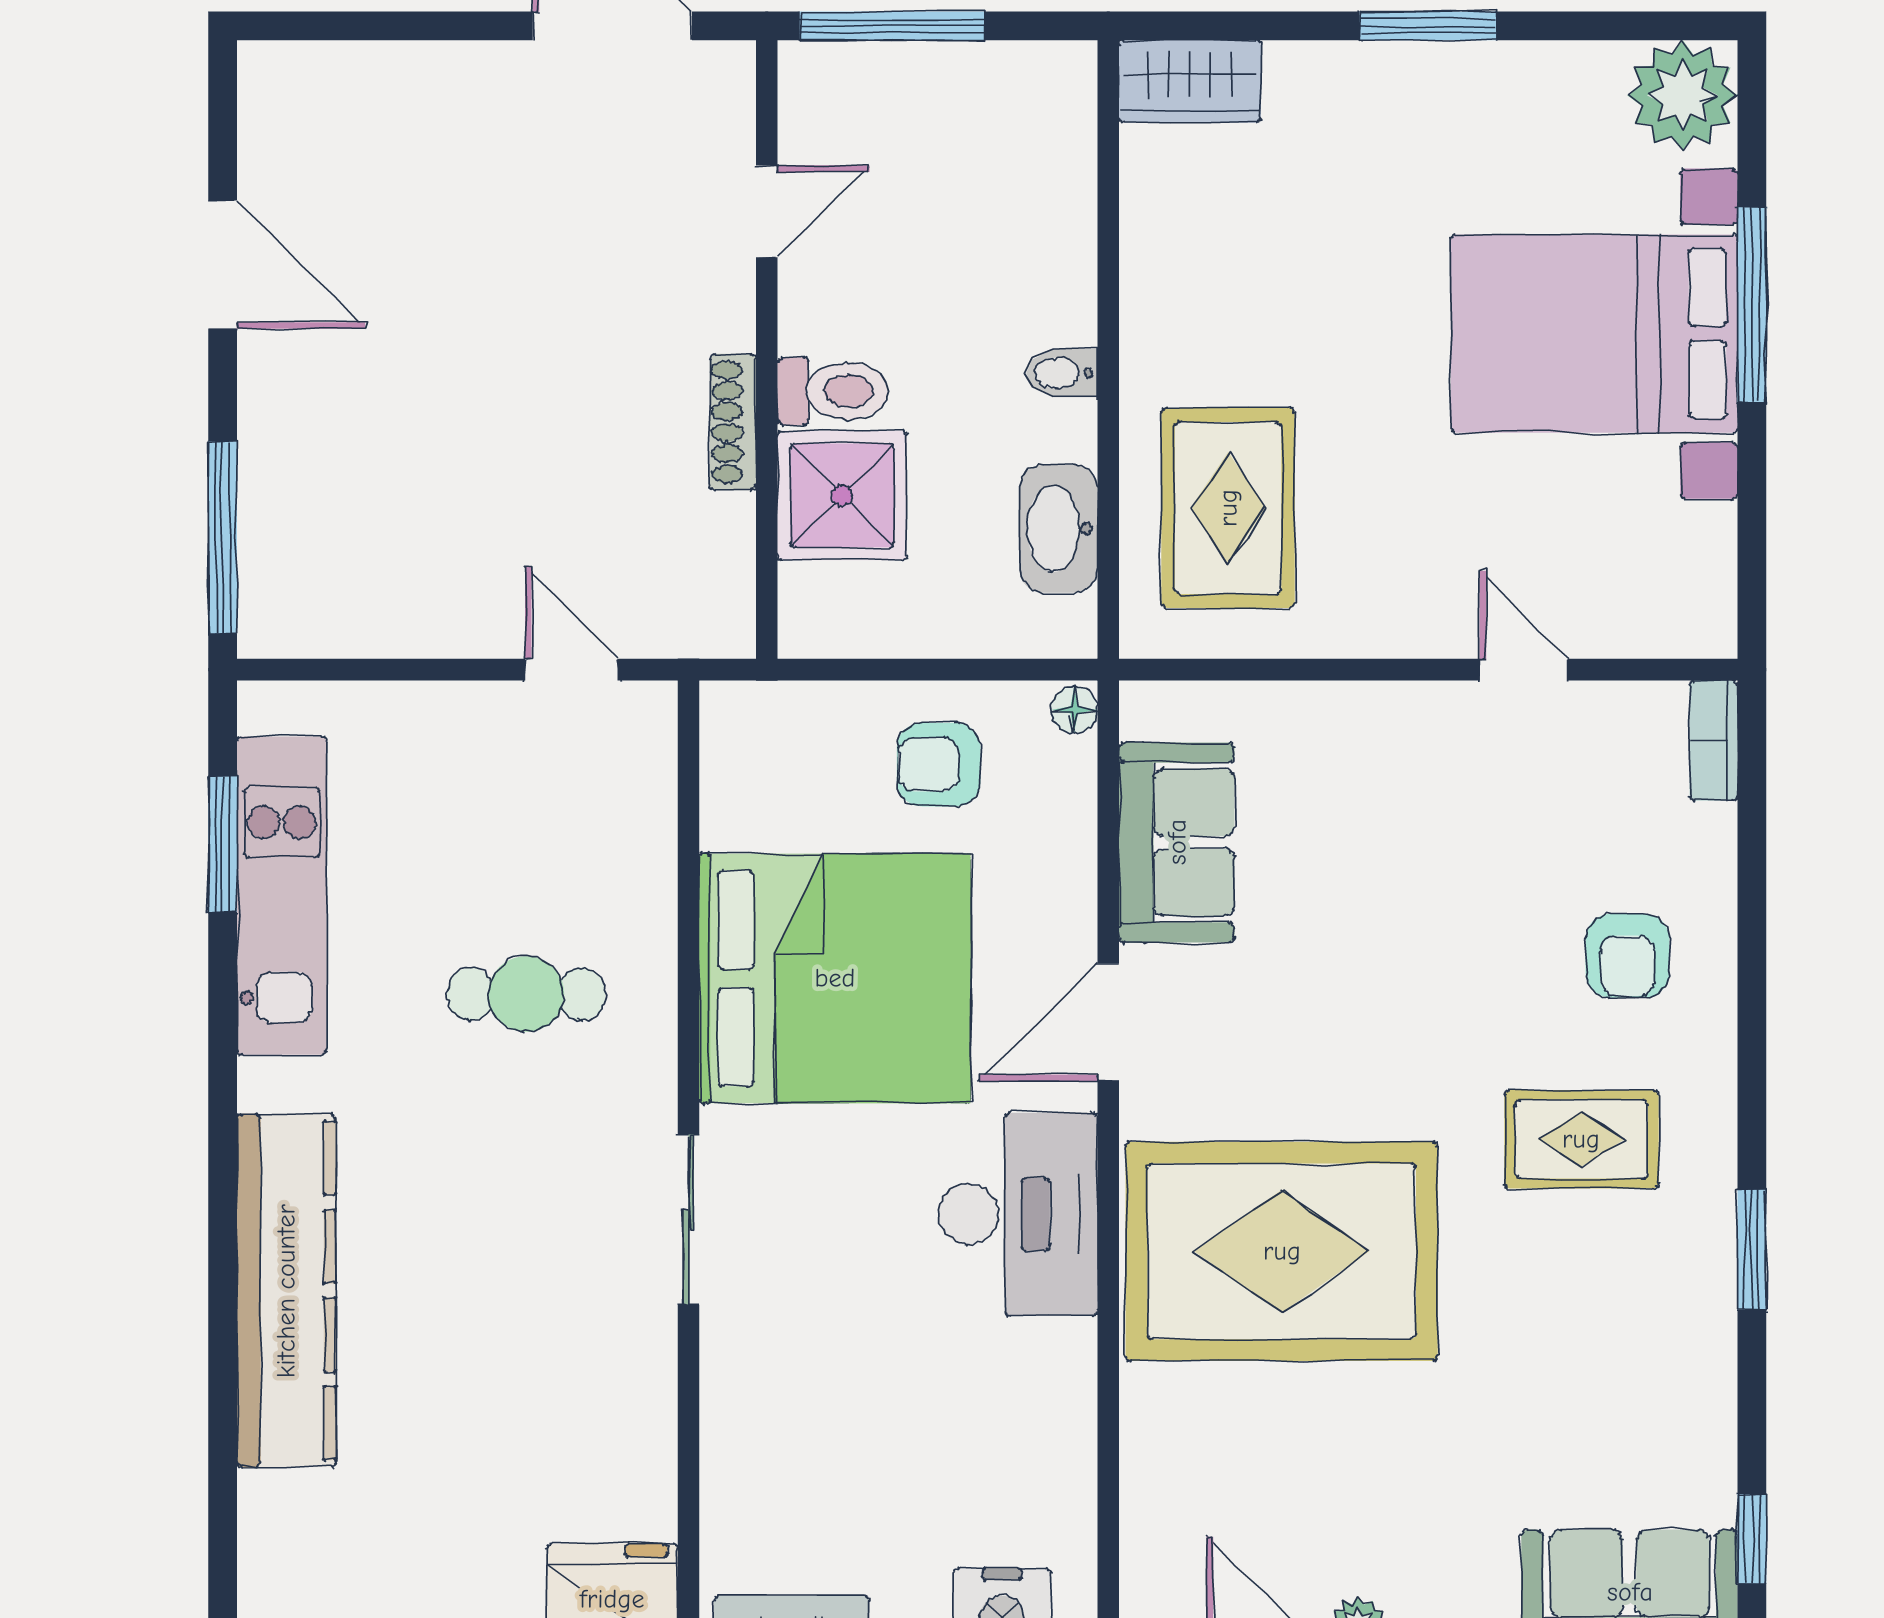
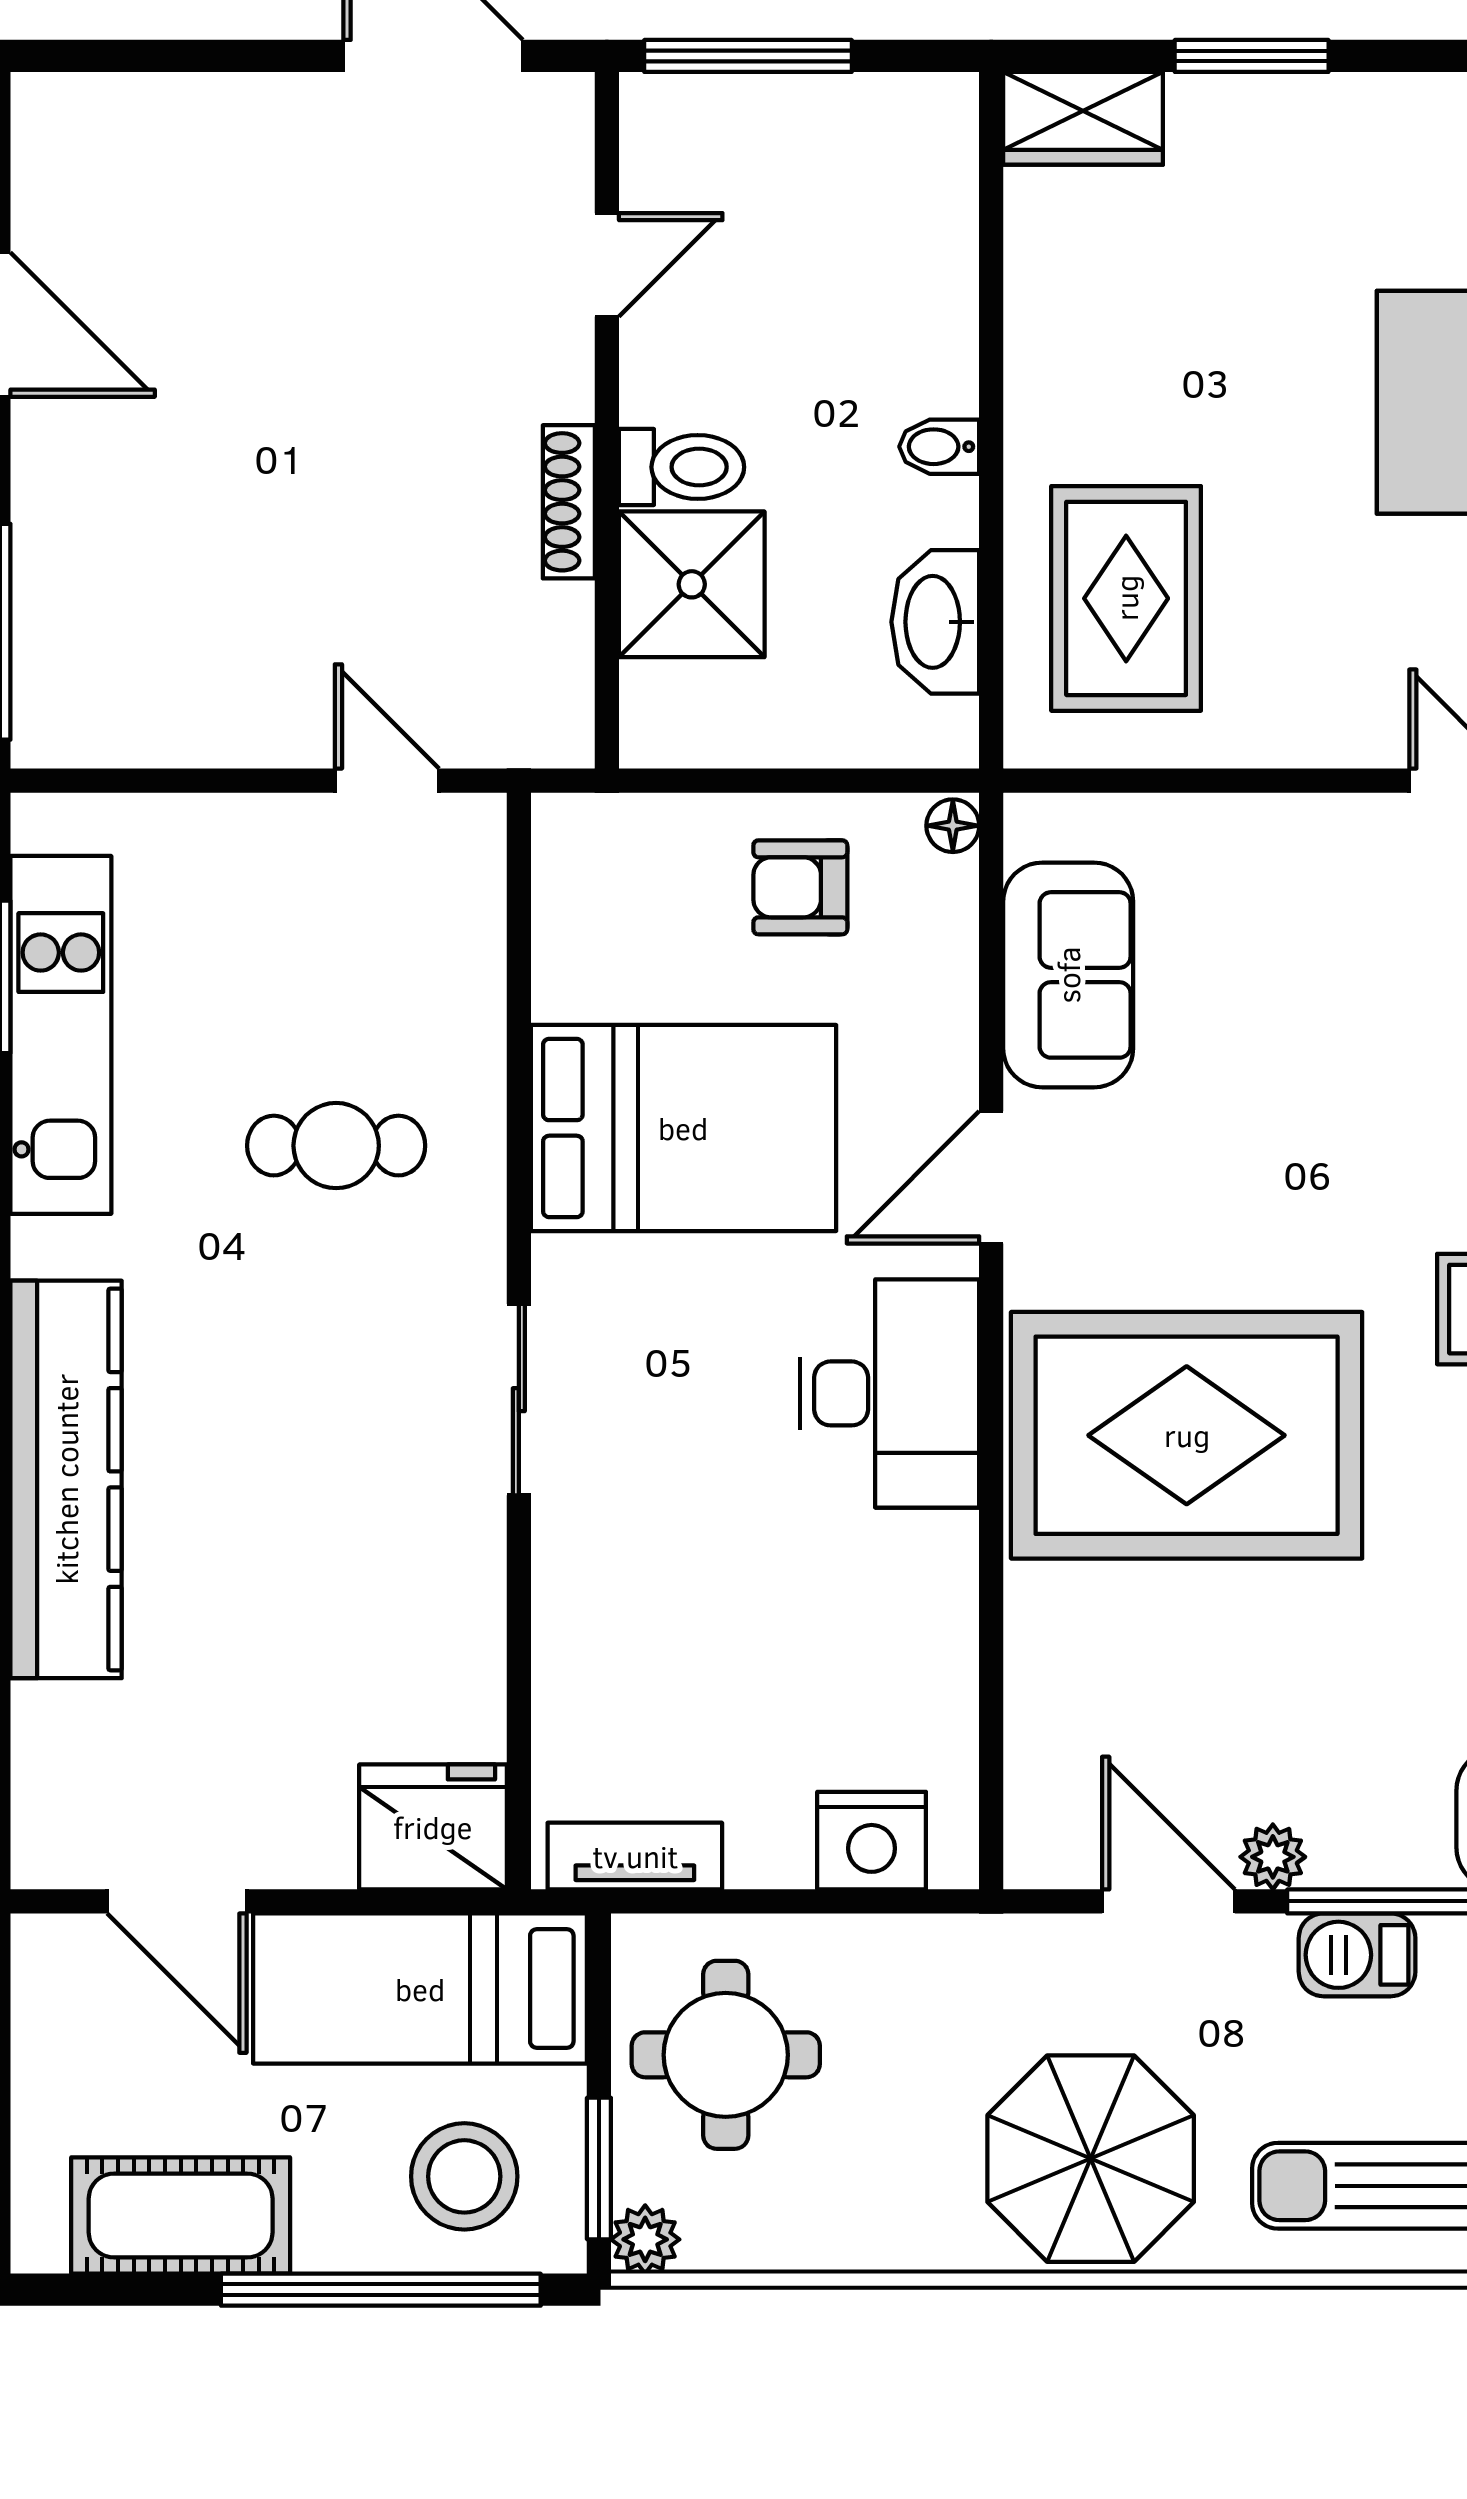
window: (1428, 26) -> (1252, 56), moved
bed: (835, 978) -> (683, 1128), width x0.73

